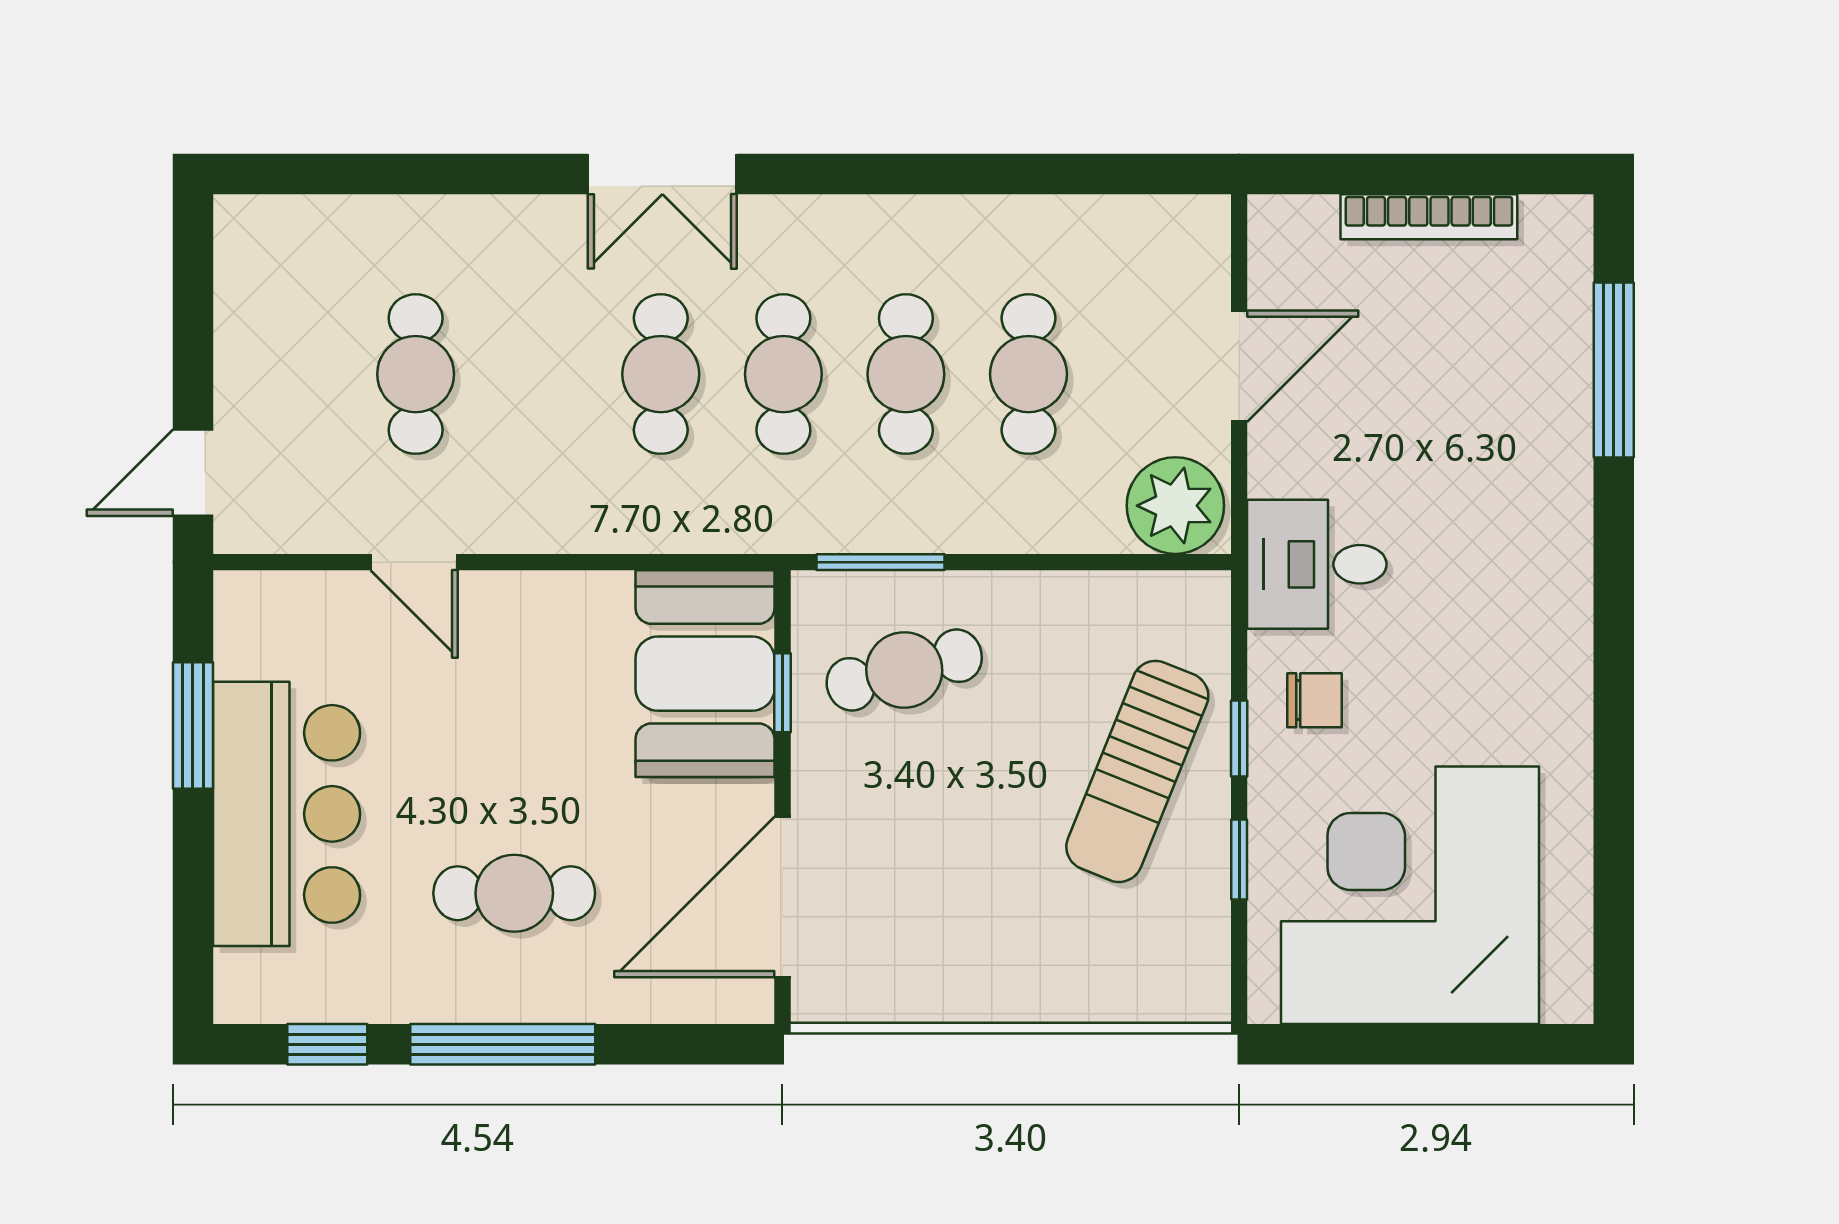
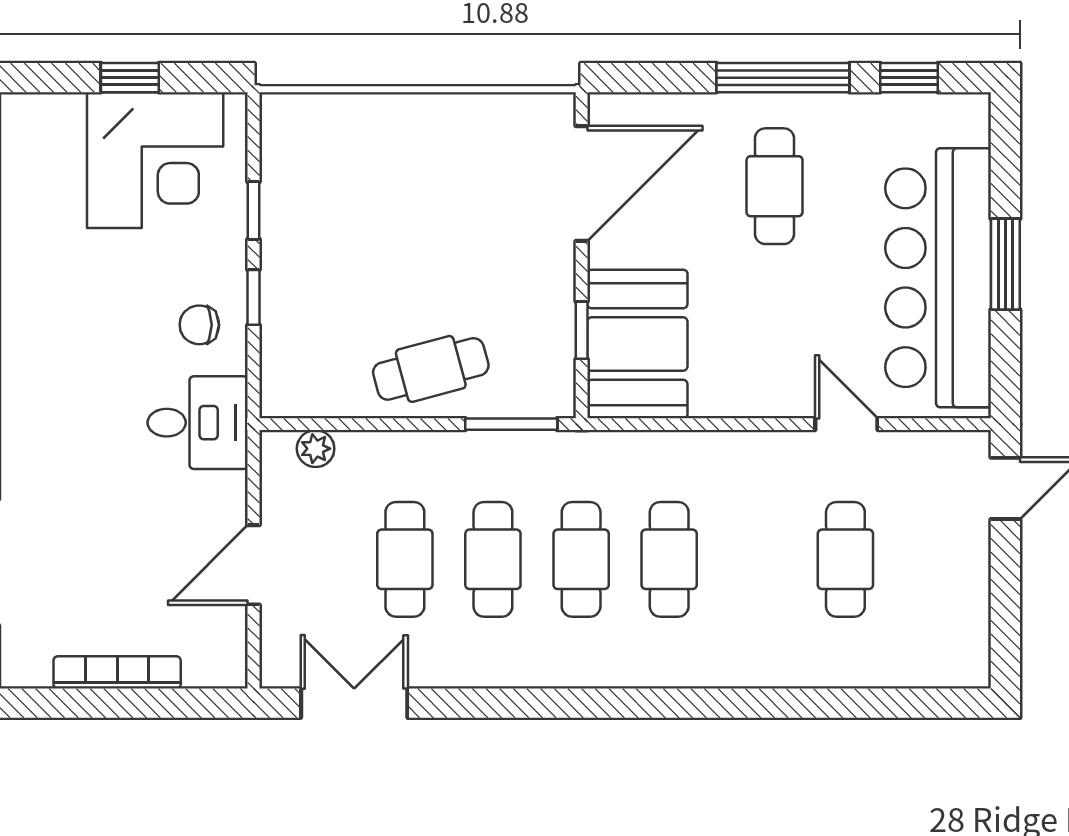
double door: (662, 174) -> (354, 703), moved
plant: (1175, 506) -> (316, 449), width x0.53, depth x0.53
cafe table: (904, 670) -> (431, 369), moved
window: (193, 725) -> (1005, 264), moved
sun lounger: (1137, 771) -> (327, 274), removed
bar counter: (287, 814) -> (938, 278), width x1.36
cafe table: (514, 893) -> (775, 186), turned 90
corner desk: (1410, 895) -> (155, 160), width x0.74, depth x0.74
window: (1411, 1044) -> (130, 78), added

